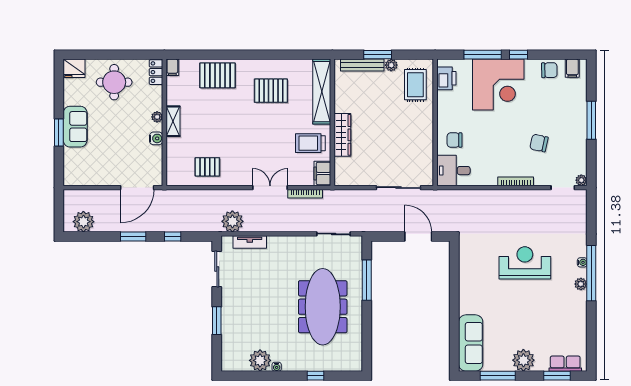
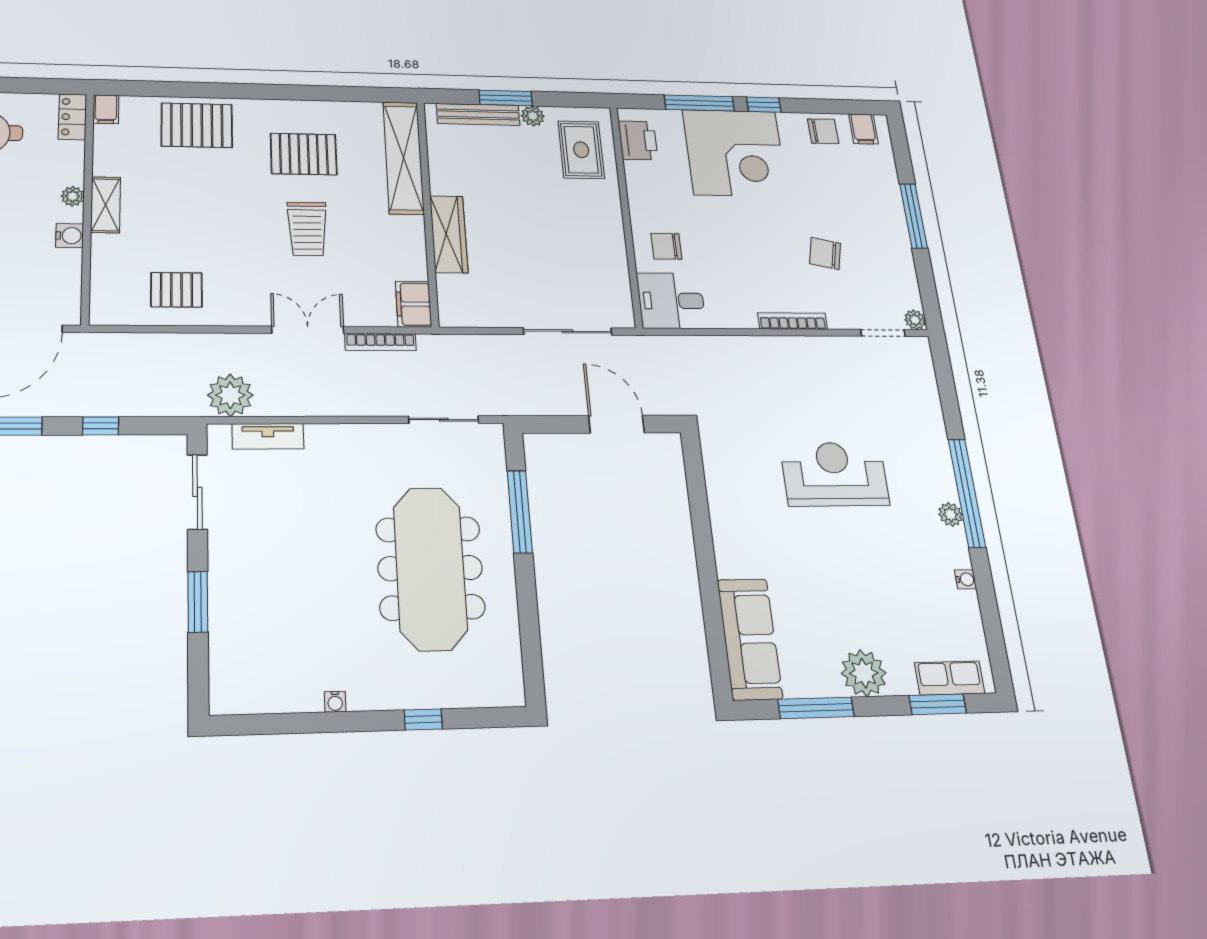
trolley: (310, 143) -> (307, 229), moved, turned -90
water cooler: (582, 262) -> (966, 579), moved
plant: (260, 360) -> (297, 688), removed

